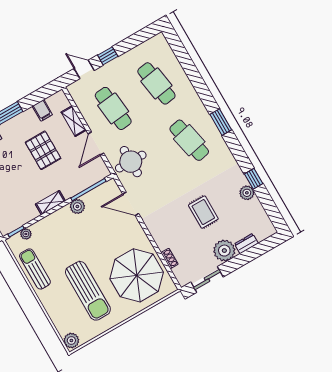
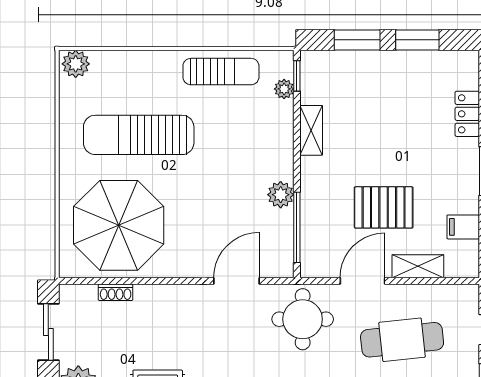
door: (96, 144) -> (362, 281), hinge flipped
pallet: (43, 150) -> (384, 207), moved
shelving: (50, 203) -> (311, 130), moved

